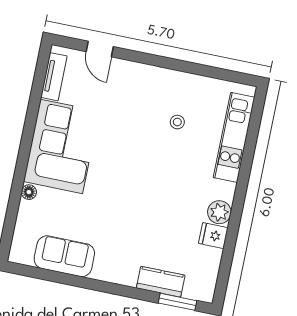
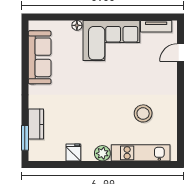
stool: (177, 122) -> (143, 113), width x1.89, depth x1.89
plant: (219, 212) -> (102, 153), moved
sofa: (64, 256) -> (40, 57), width x1.36

